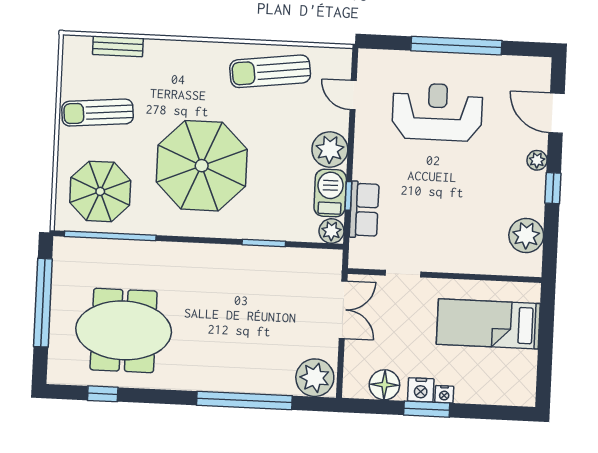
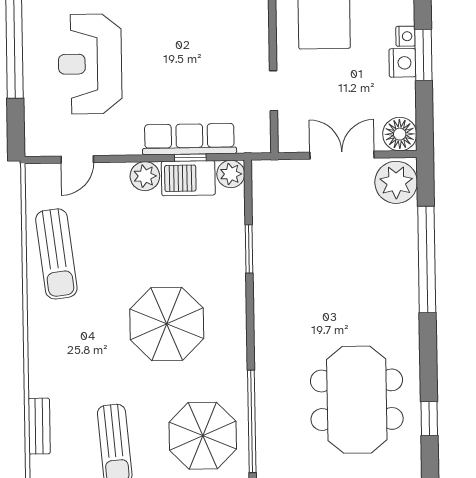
plant: (330, 149) -> (145, 176), width x0.73, depth x0.73
parasol: (202, 166) -> (167, 324), width x0.73, depth x0.73
row of seats: (364, 210) -> (189, 139), width x1.48
double door: (343, 310) -> (342, 155), moved
floor lamp: (384, 385) -> (400, 134), moved

